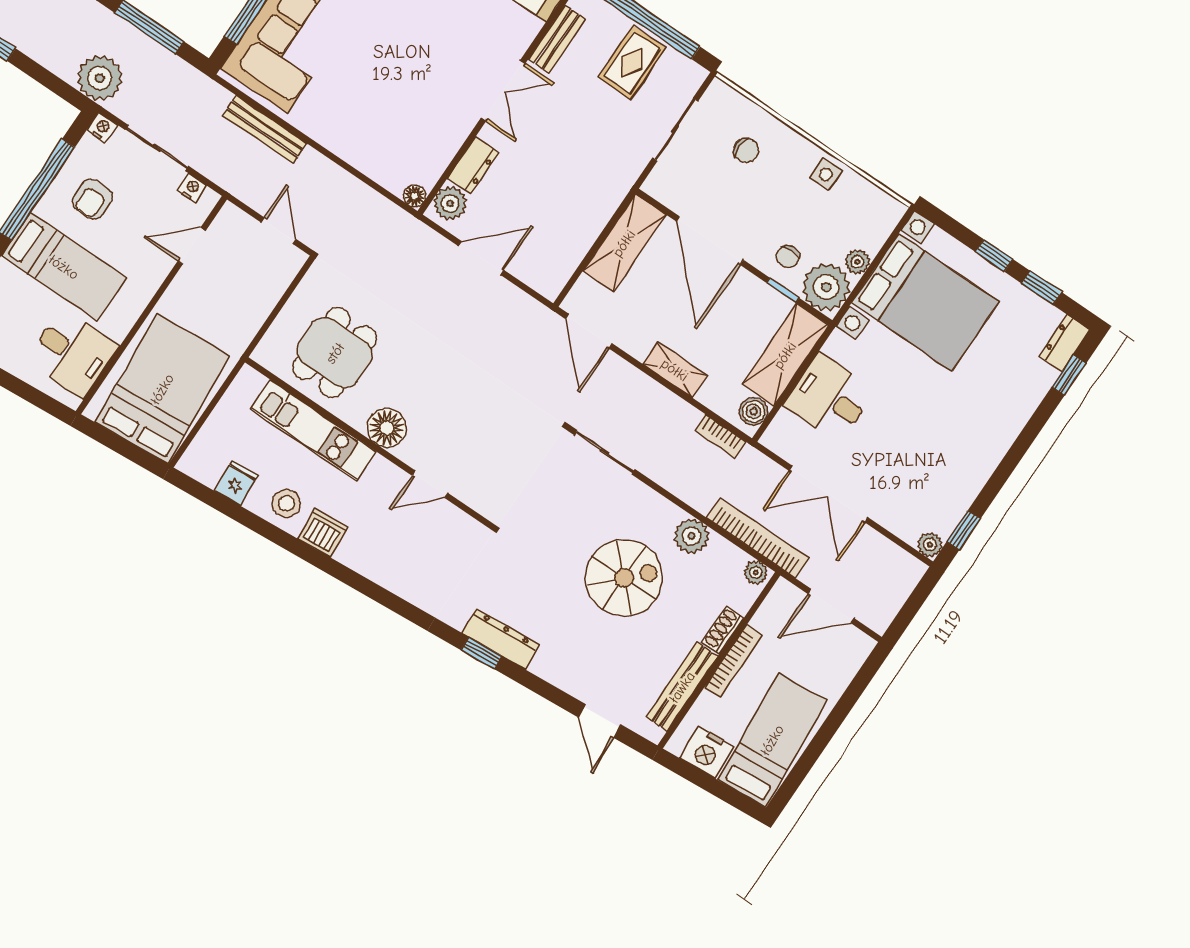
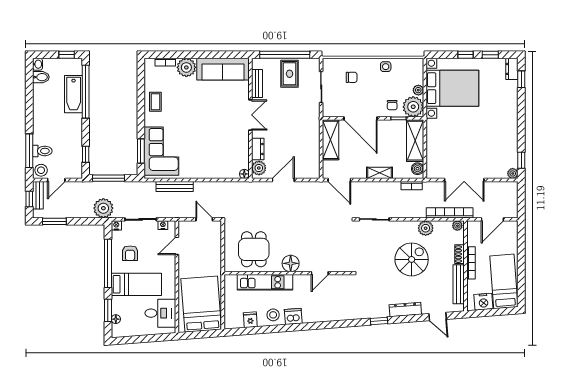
desk: (829, 398) -> (441, 145), removed
dresser: (501, 639) -> (405, 309), moved

